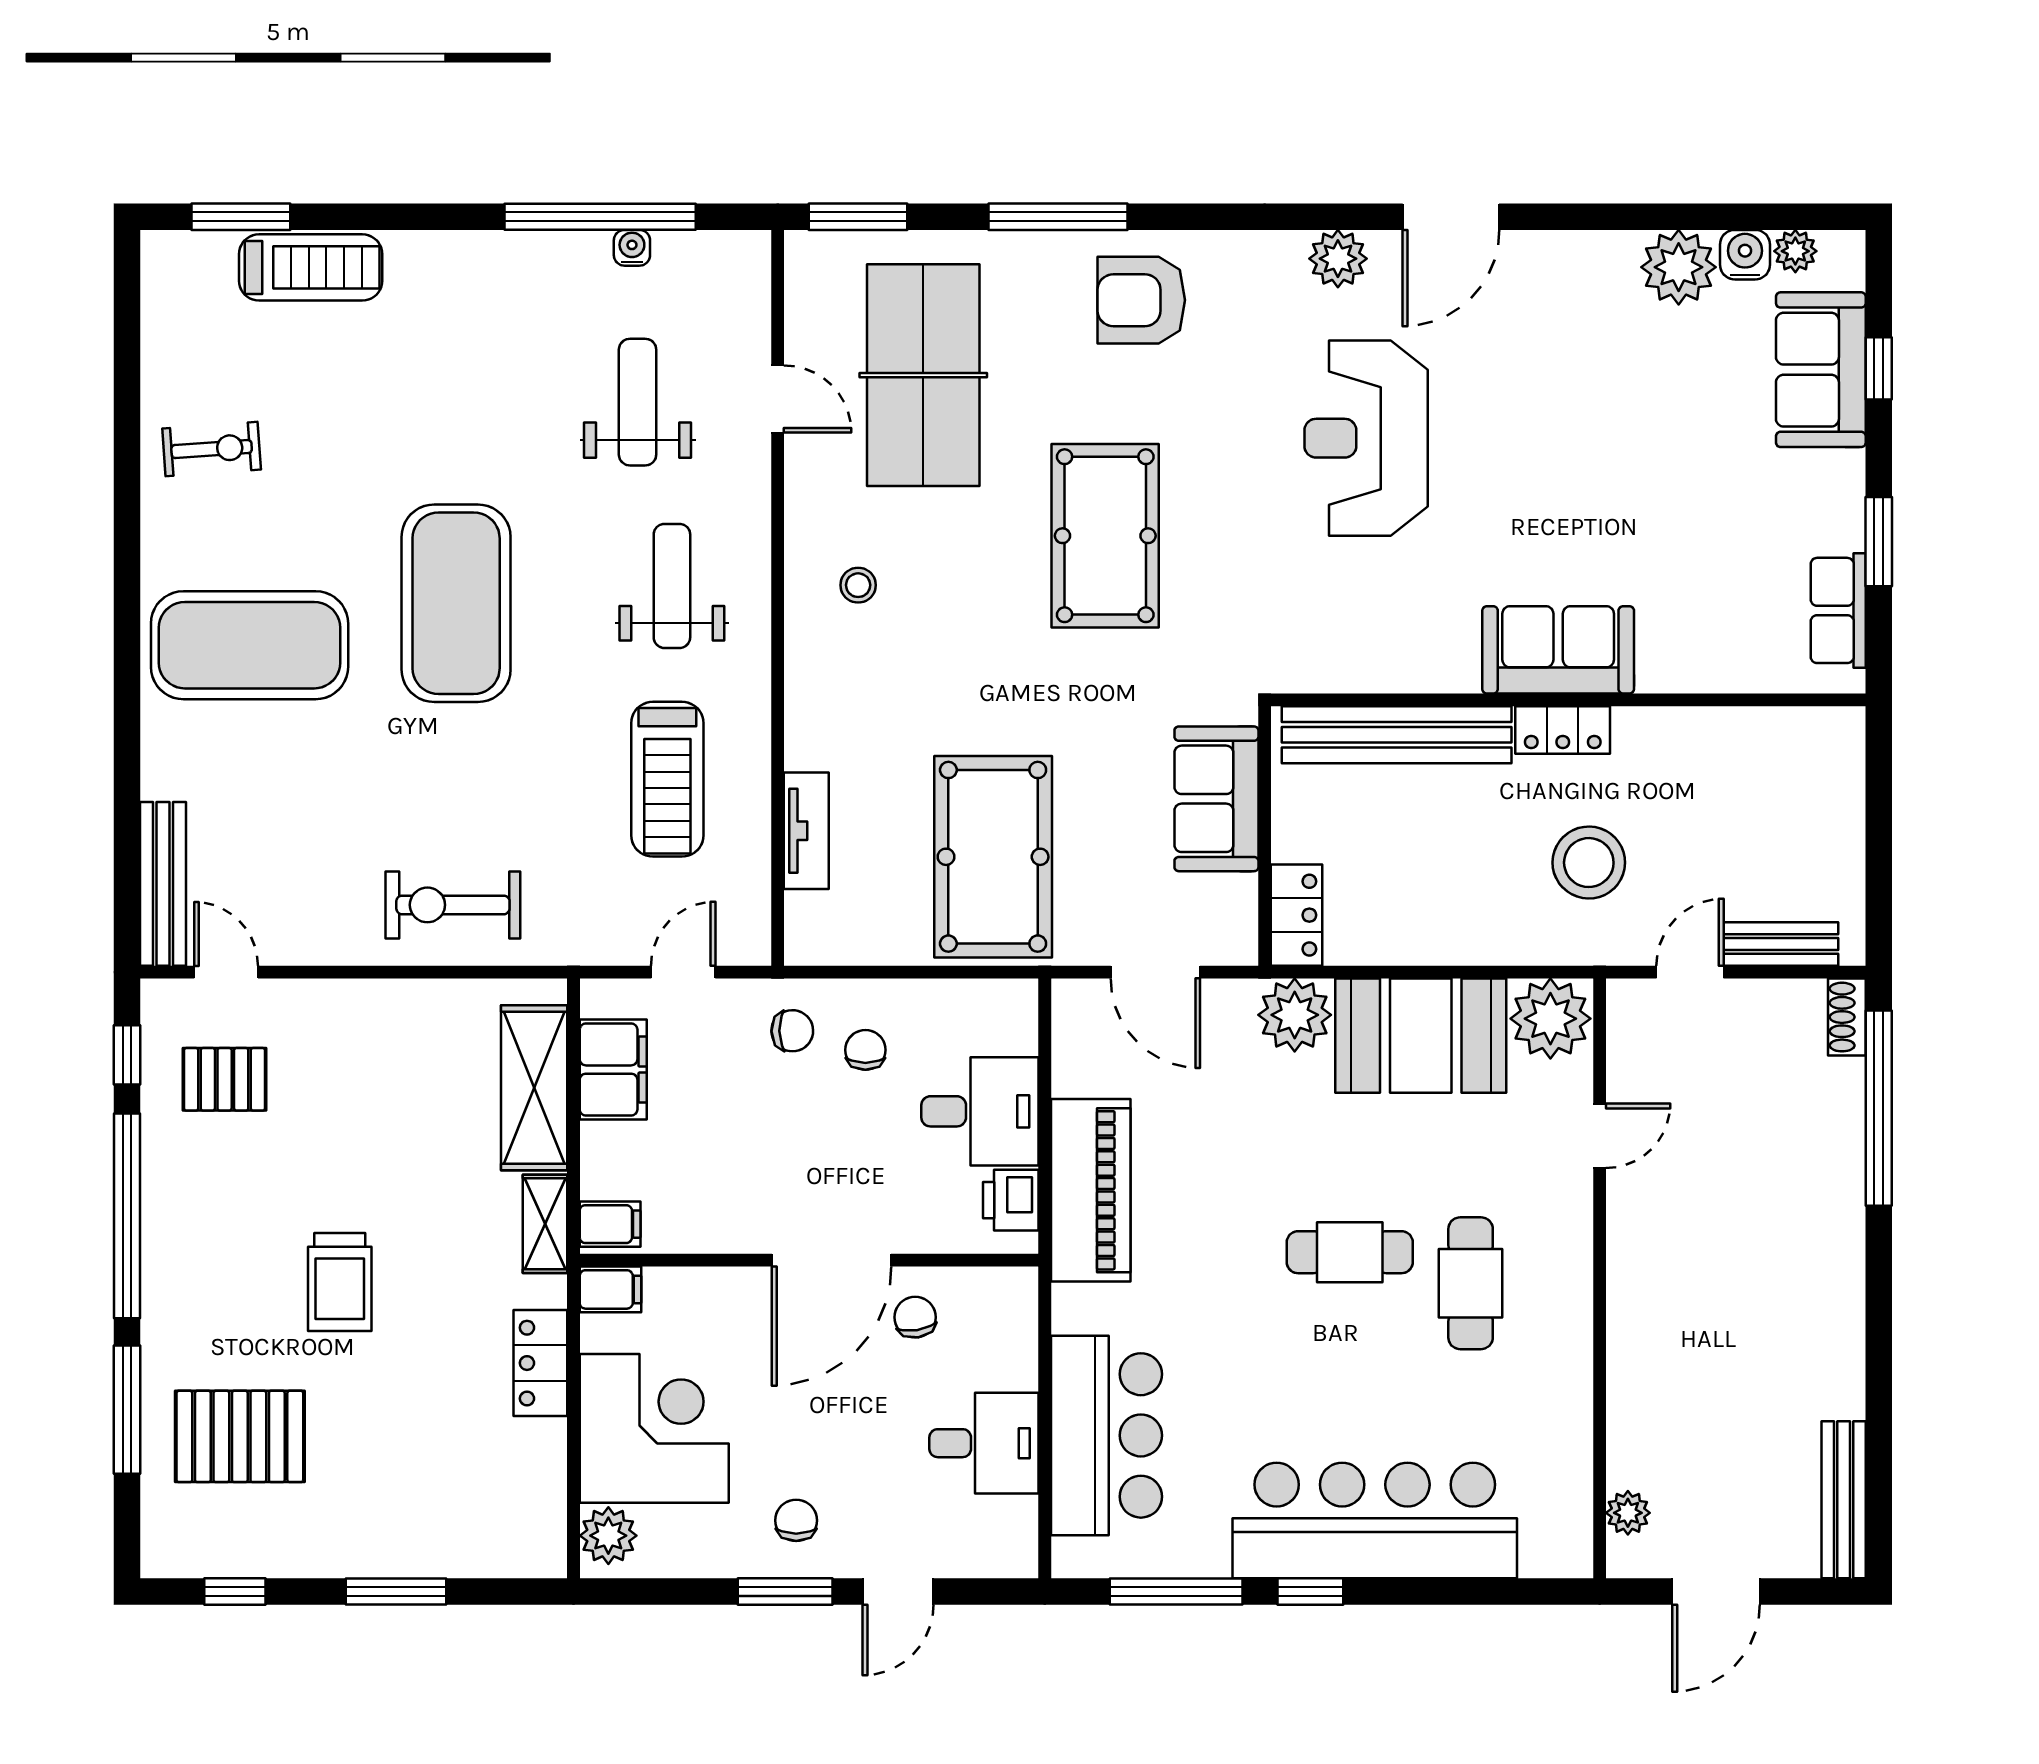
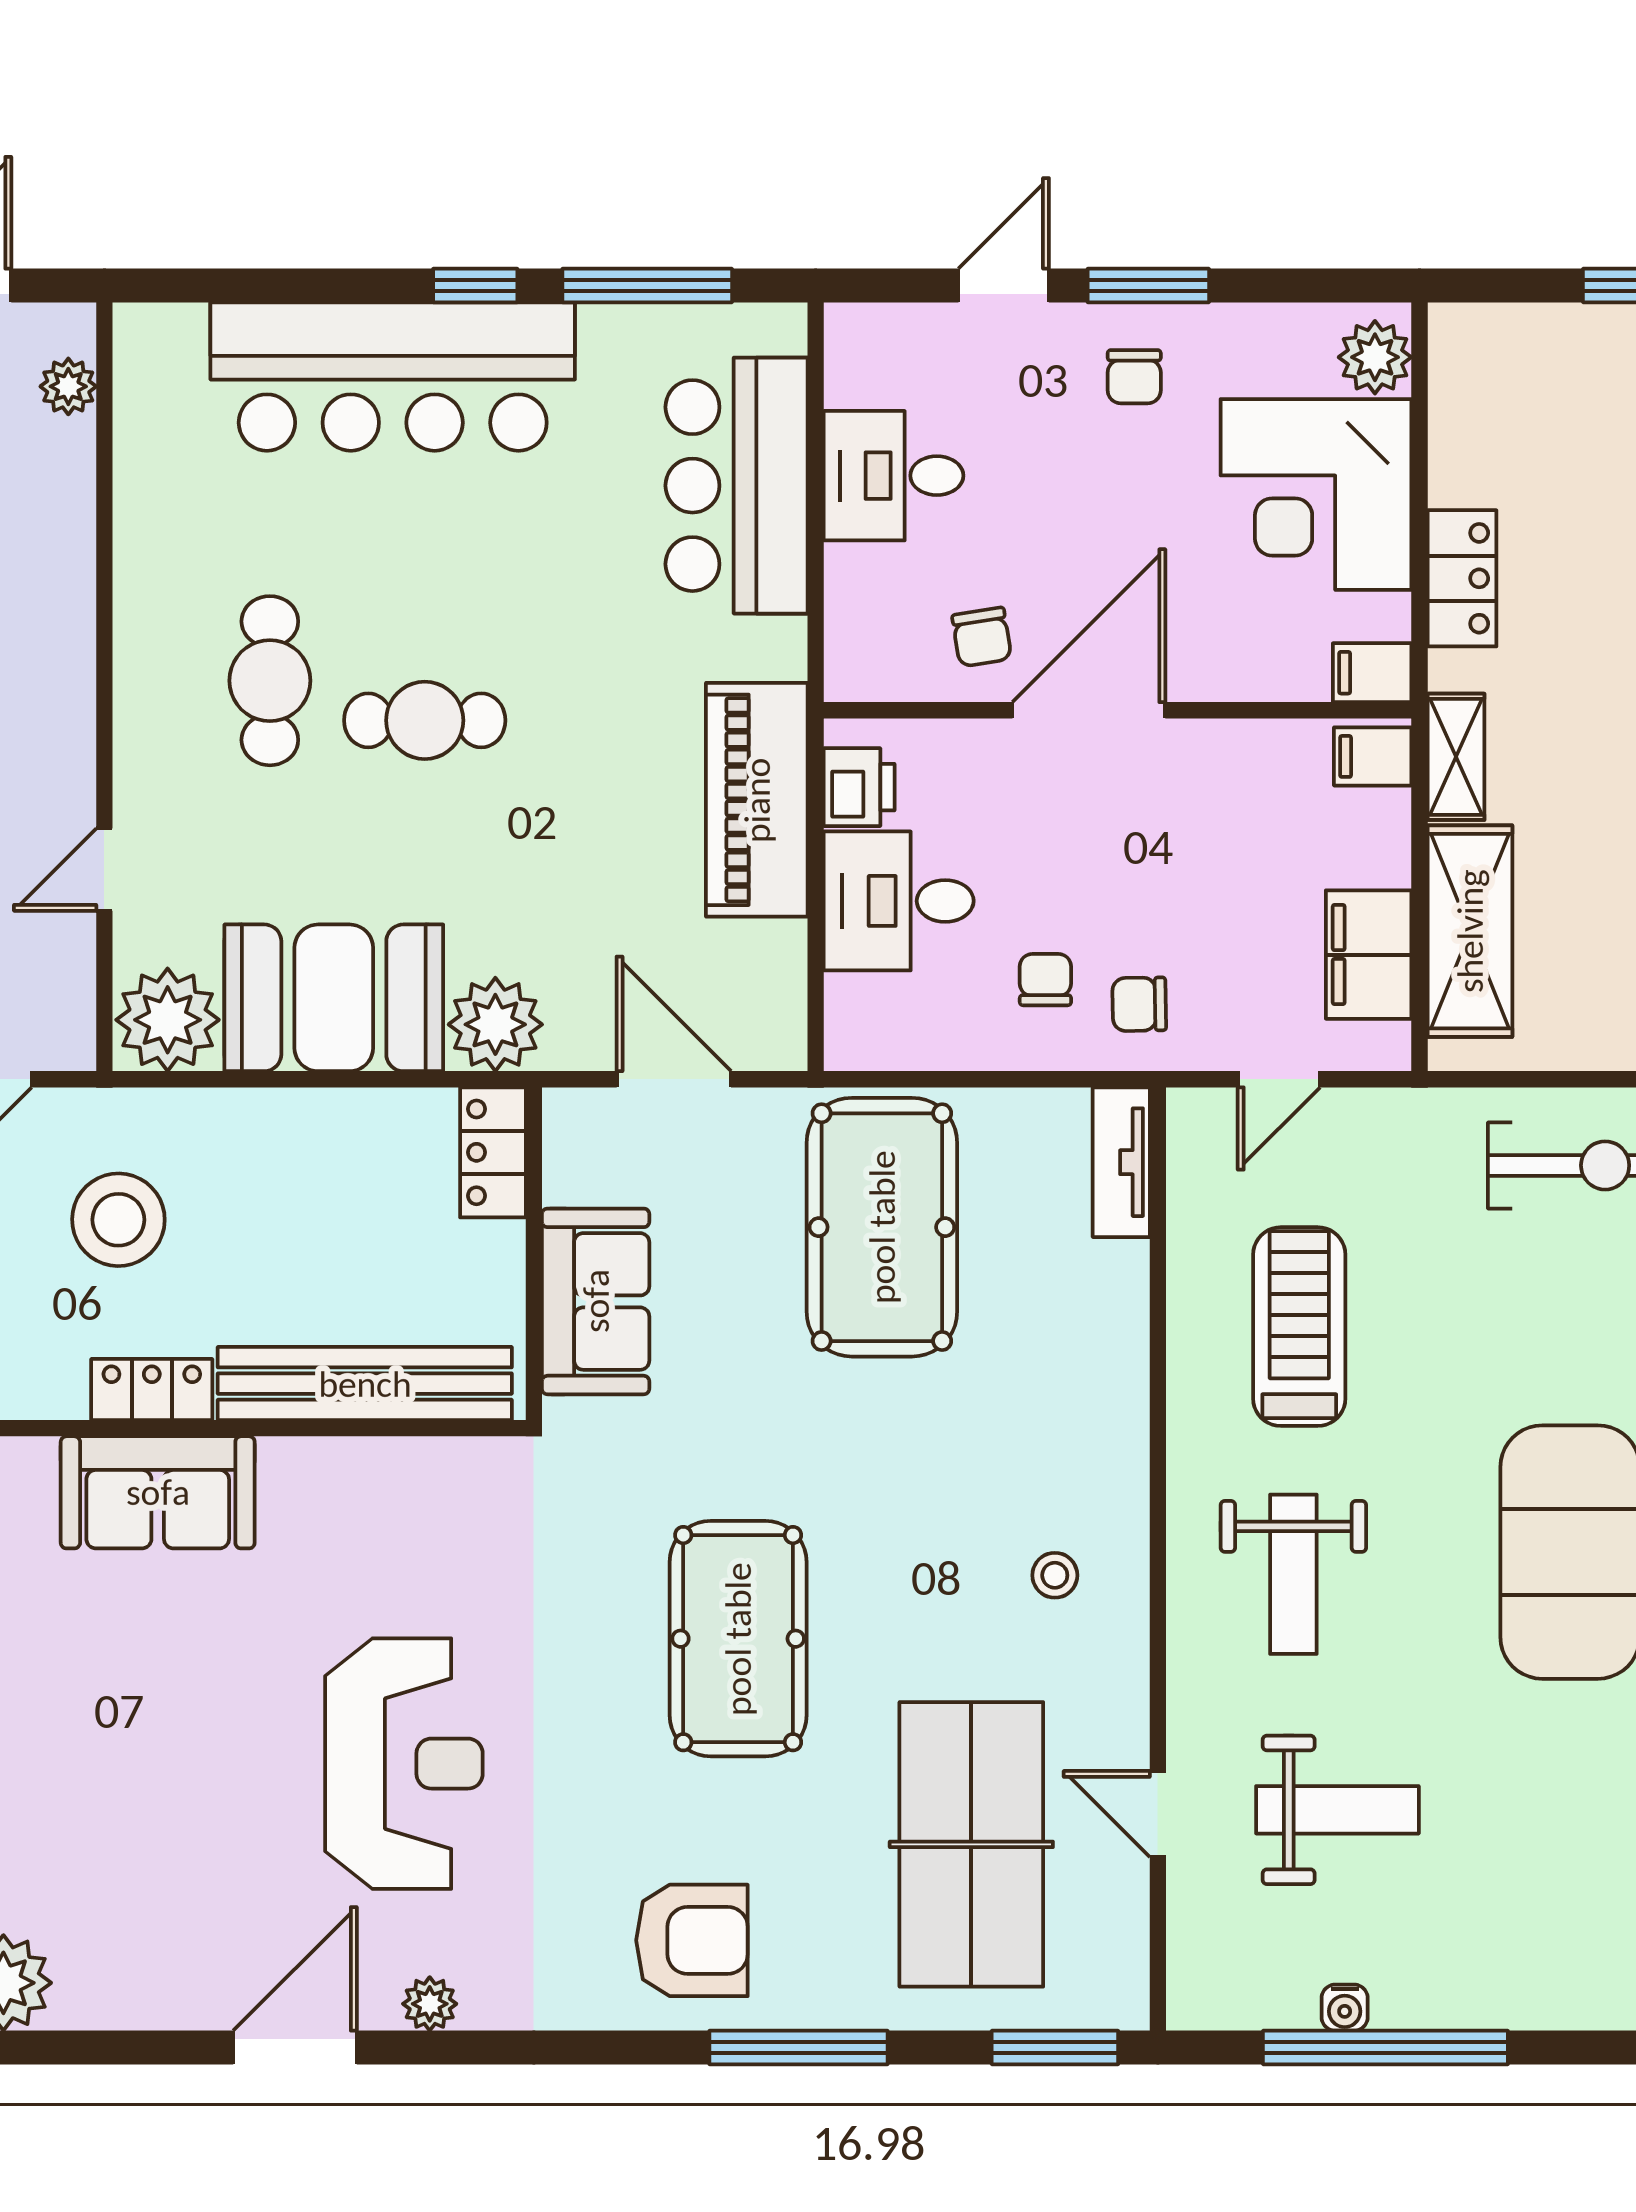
plant: (1338, 259) -> (430, 2004), width x0.73, depth x0.73
weight bench: (638, 402) -> (1337, 1810), turned -90
tv unit: (806, 831) -> (1121, 1162), moved
chair: (865, 1050) -> (1045, 980), turned 180

